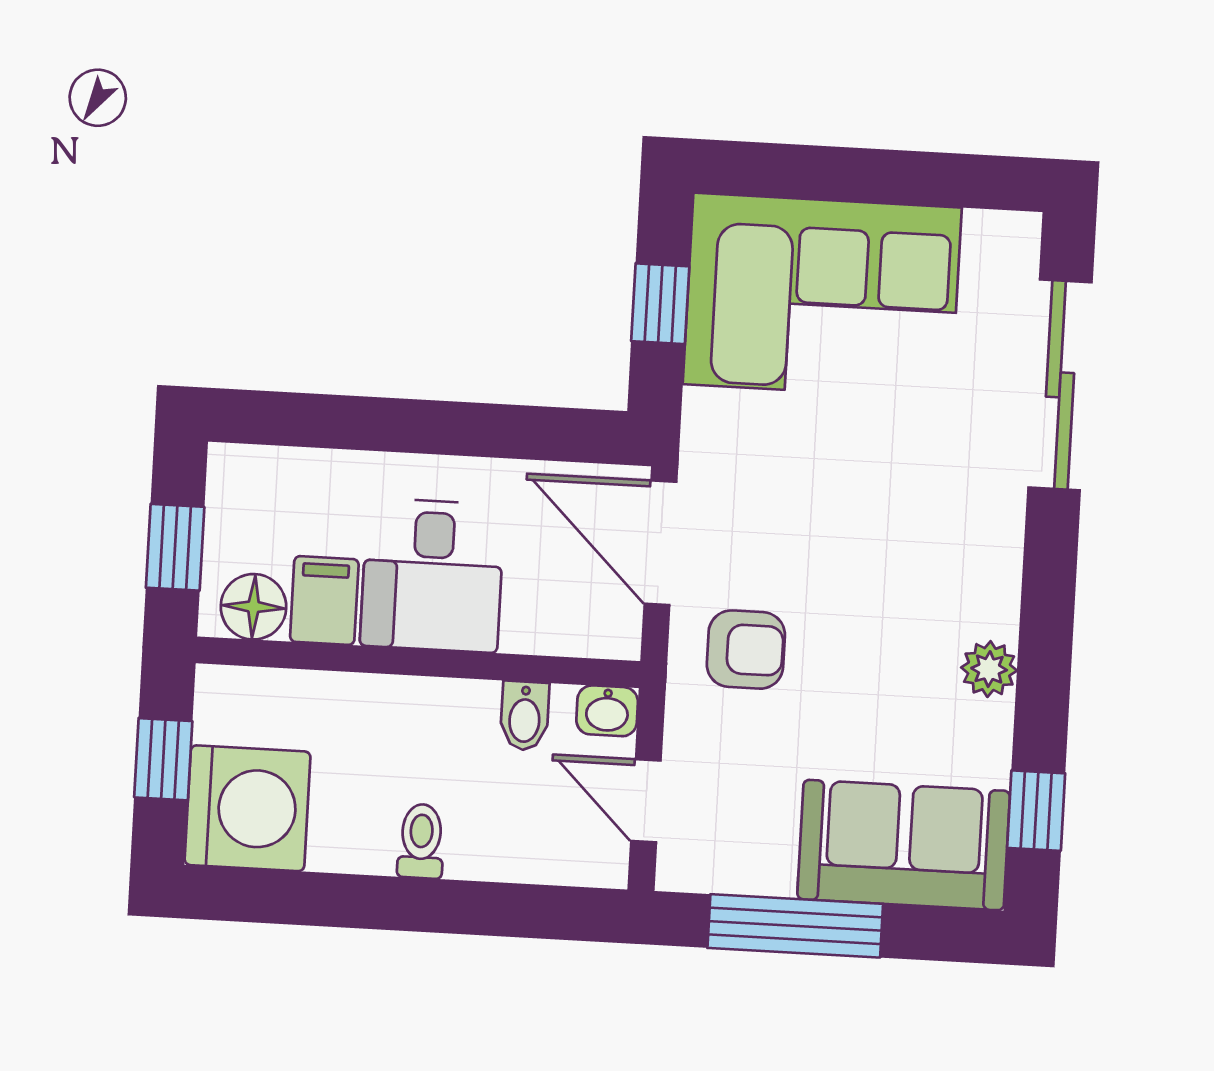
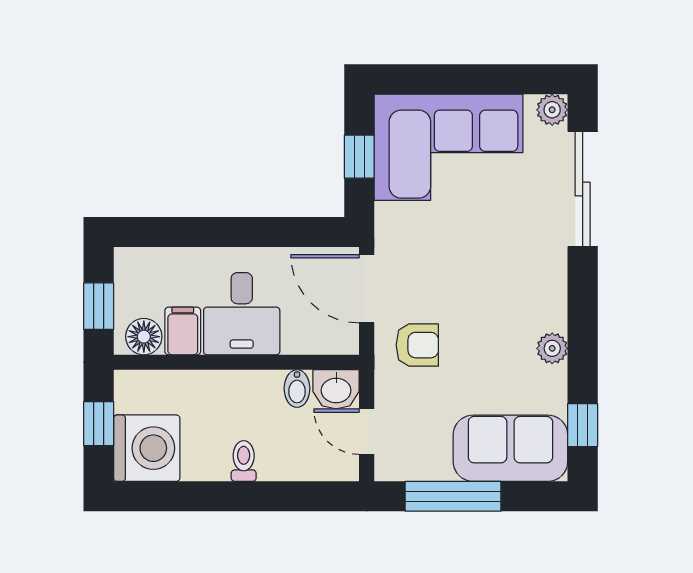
plant: (1013, 239) -> (552, 110), added
washbasin: (607, 711) -> (336, 389), width x1.38, depth x1.45

